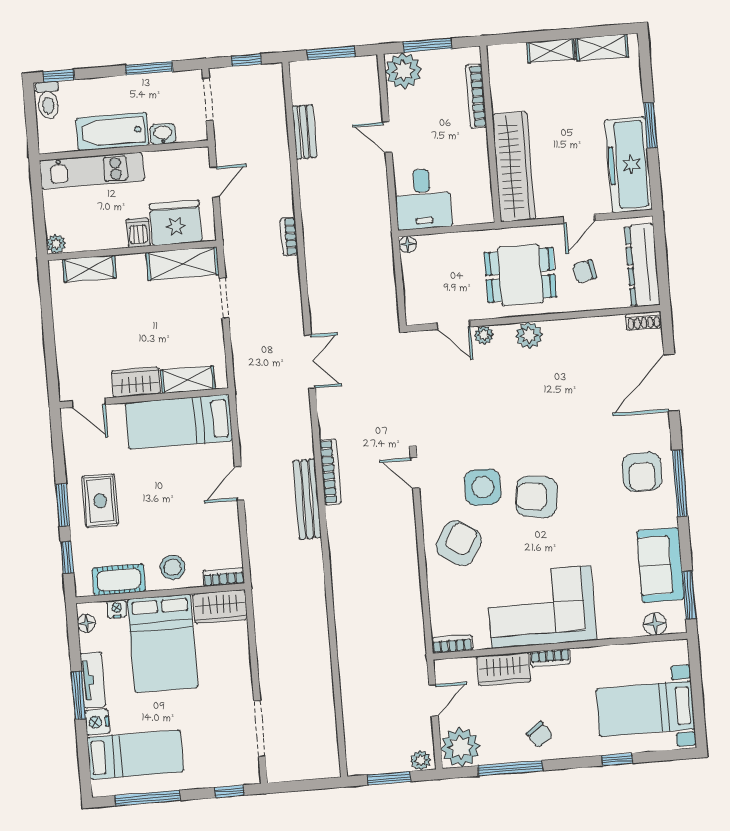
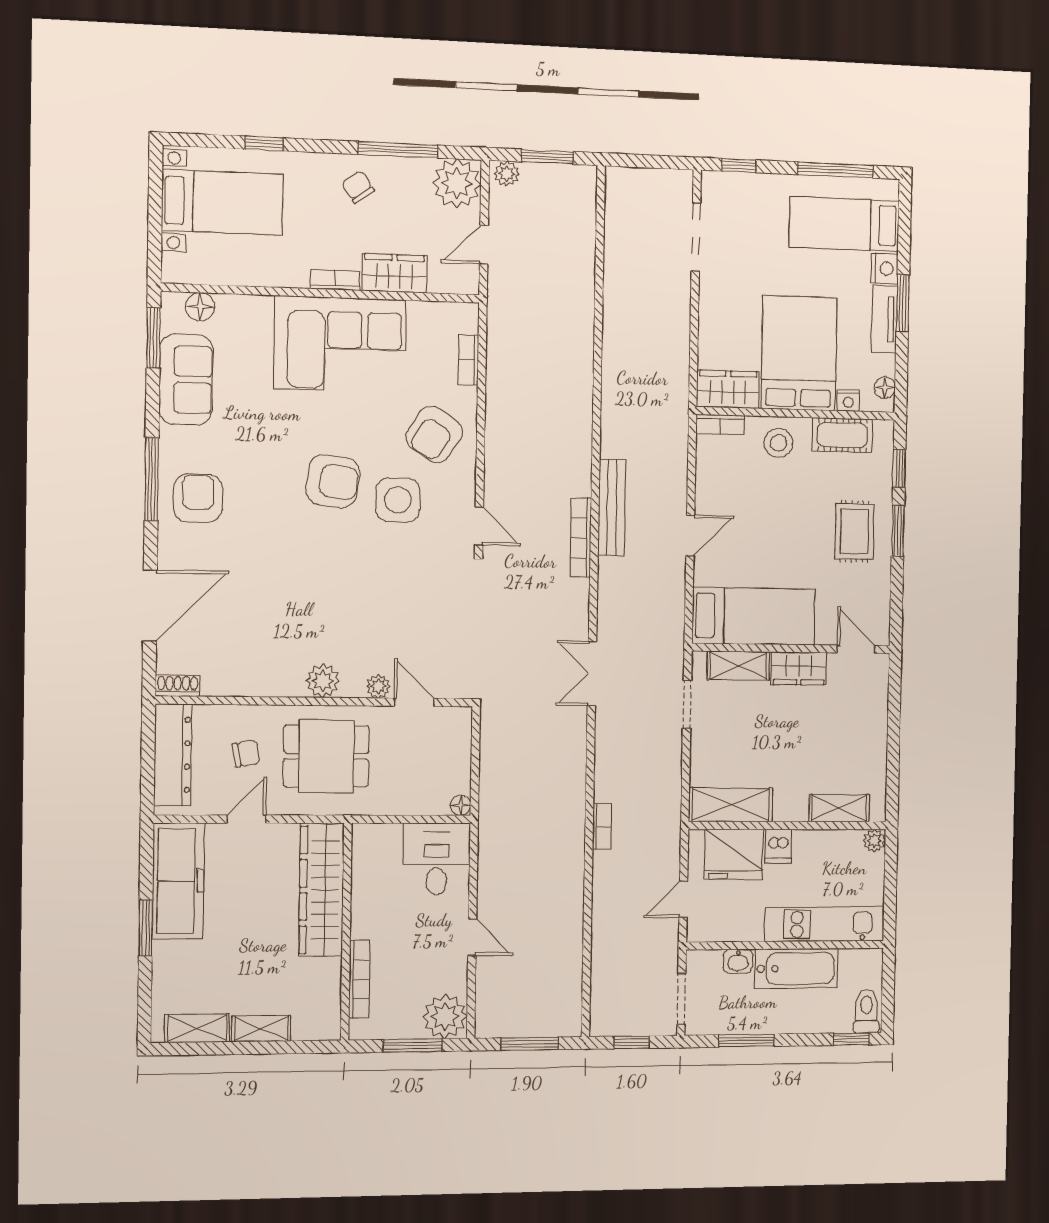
bench: (304, 132) -> (571, 951), removed
doorway: (224, 298) -> (687, 704), moved
bookcase: (452, 644) -> (468, 360), moved, turned 90

